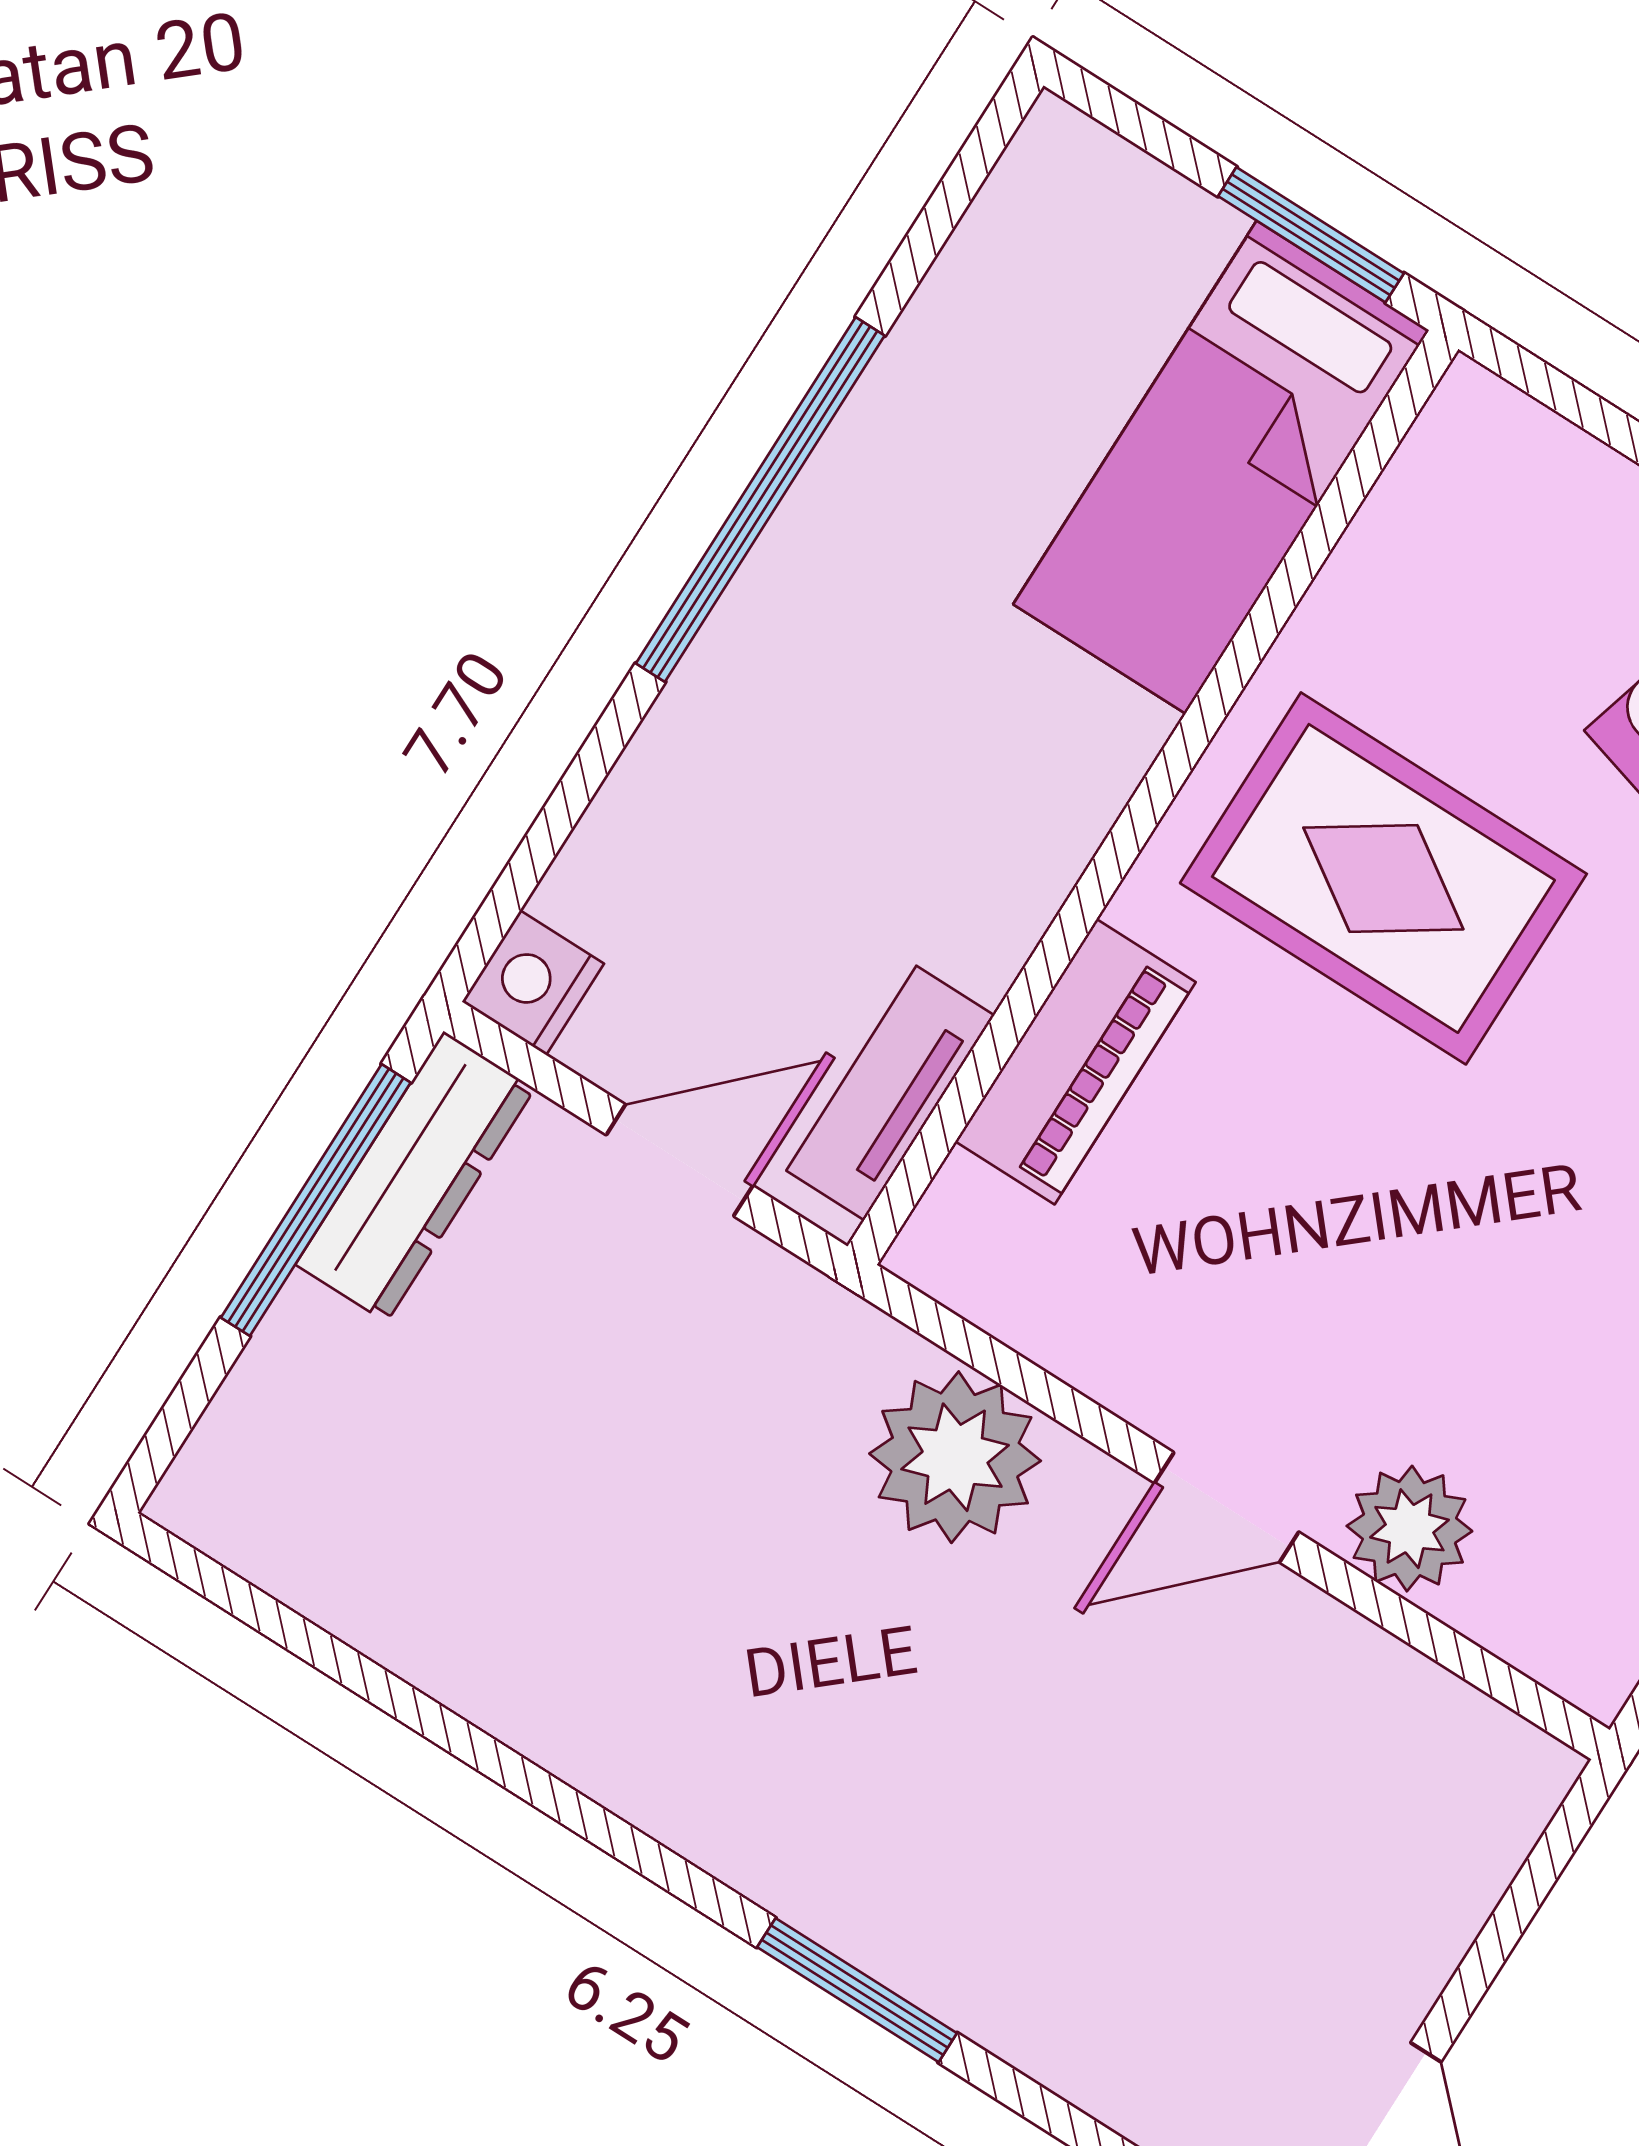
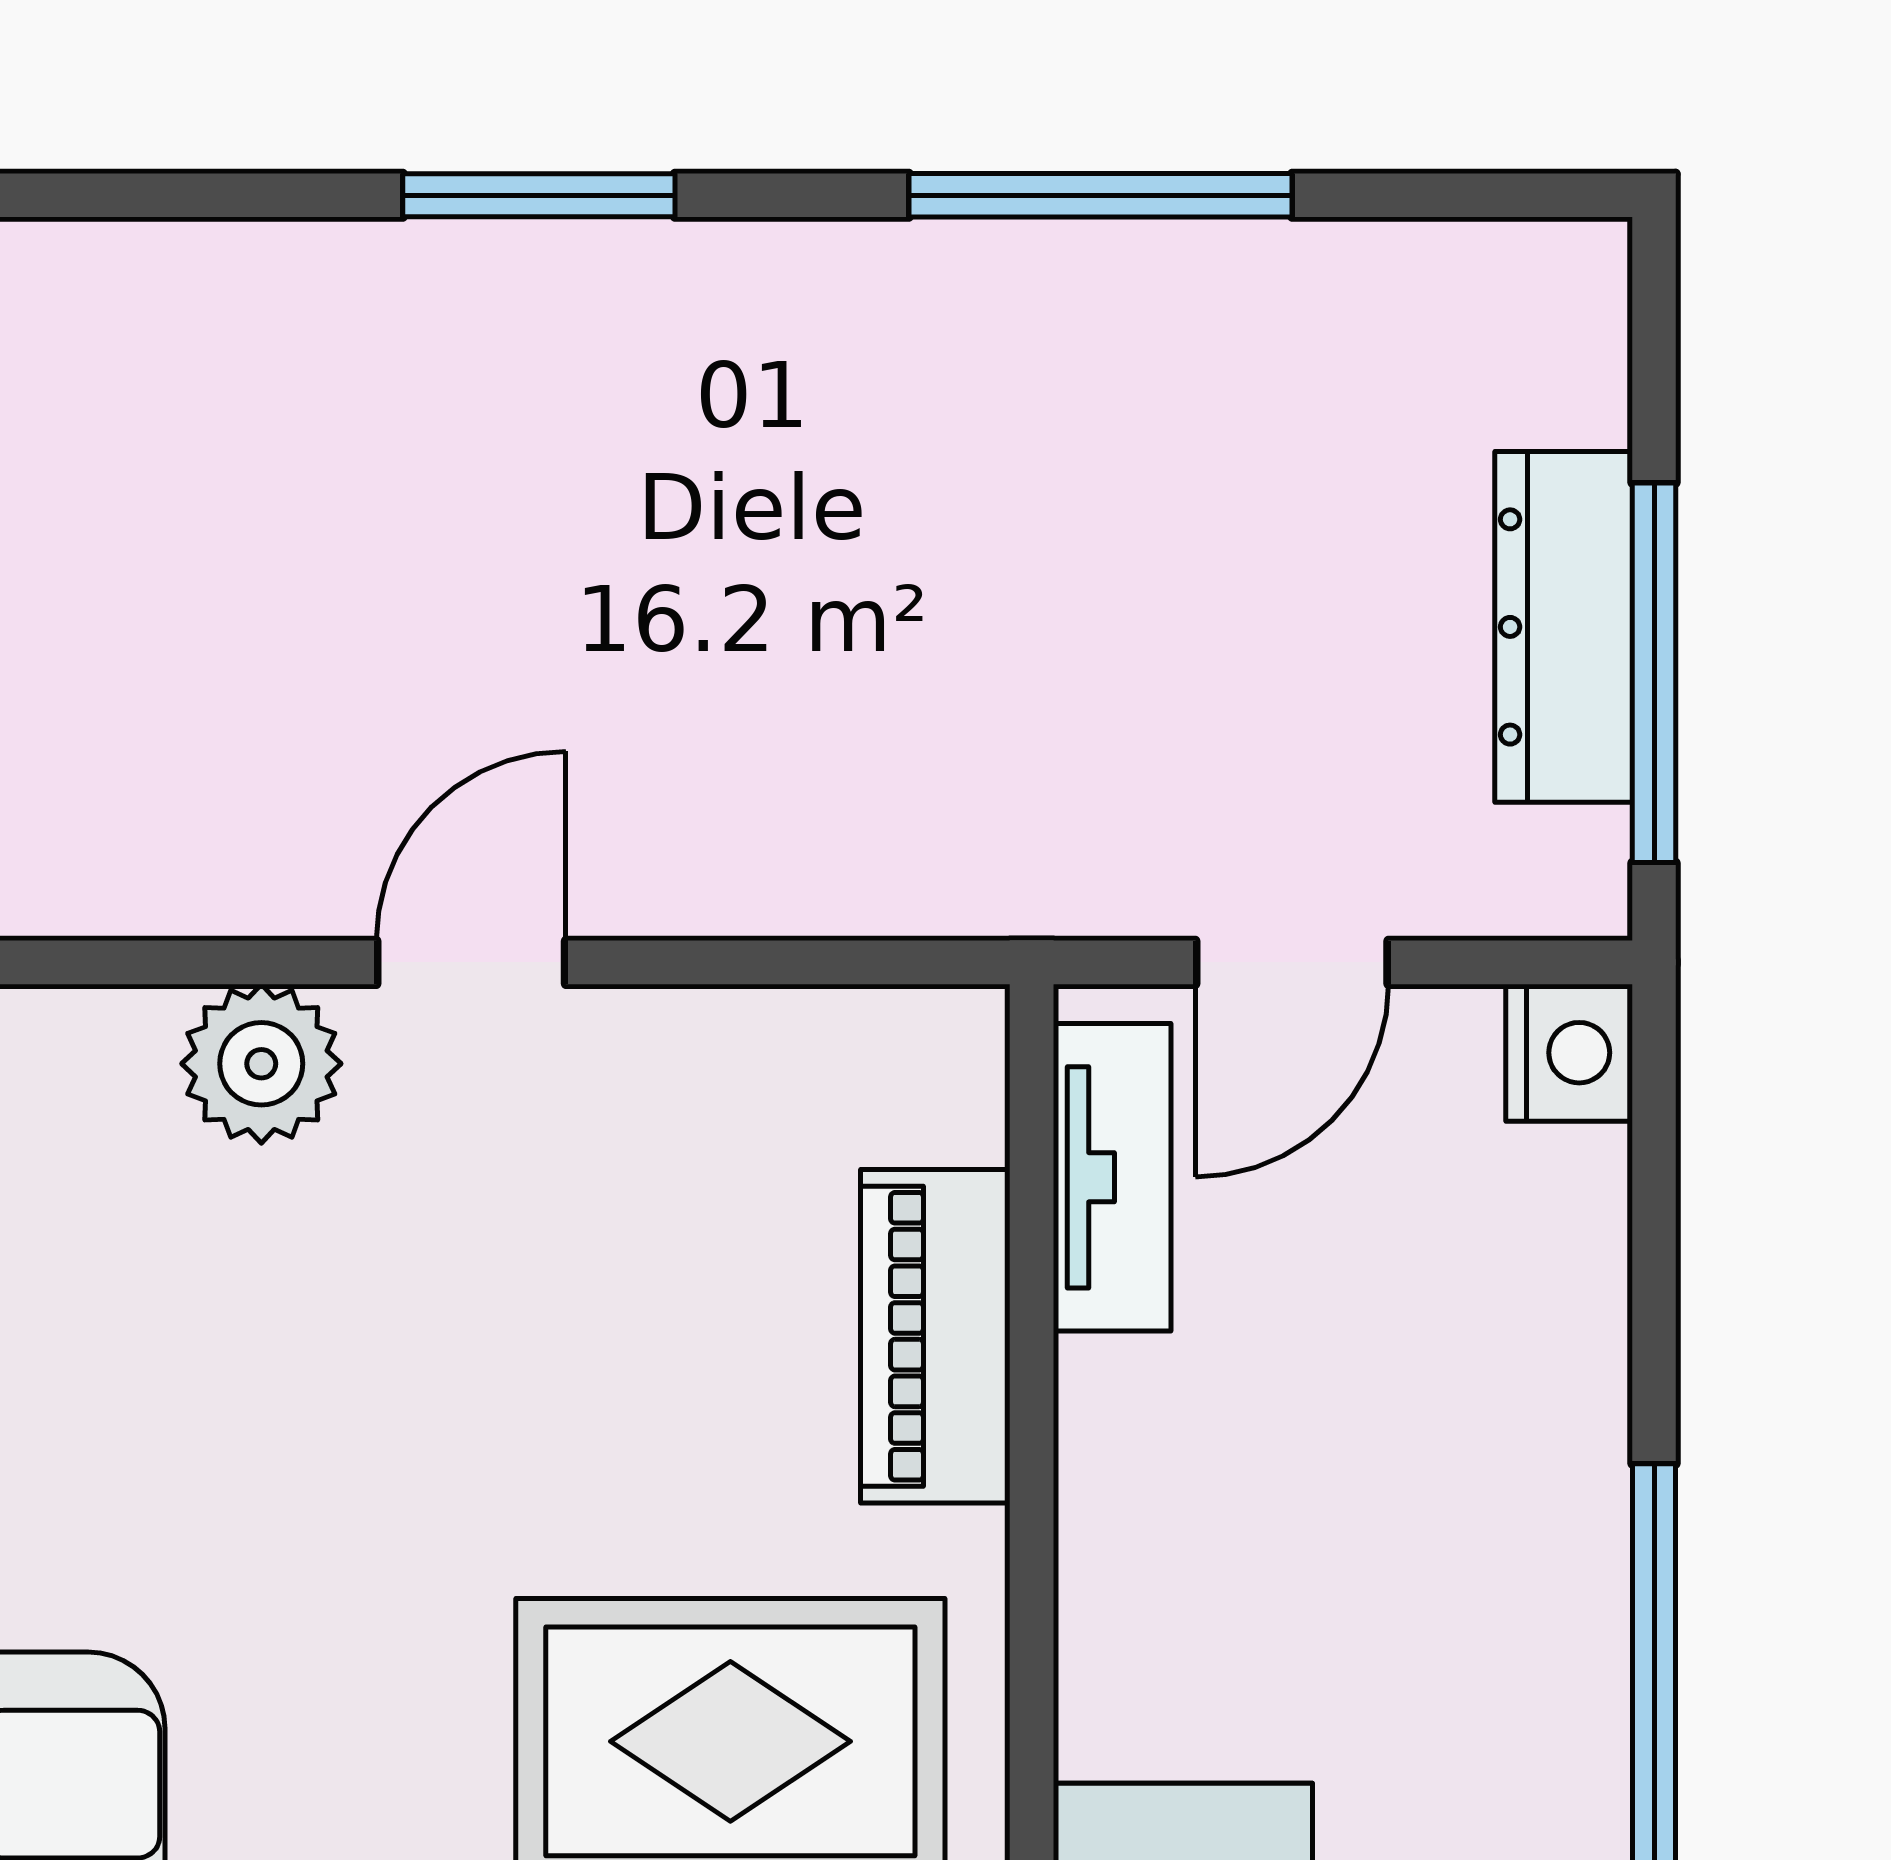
dresser: (415, 1177) -> (1564, 627), moved
plant: (955, 1457) -> (796, 832), removed
window: (483, 1752) -> (1101, 195), added

